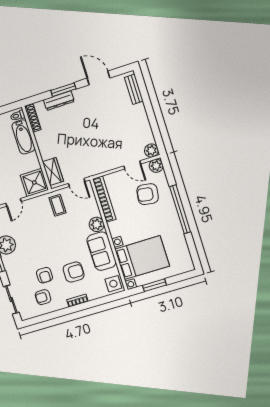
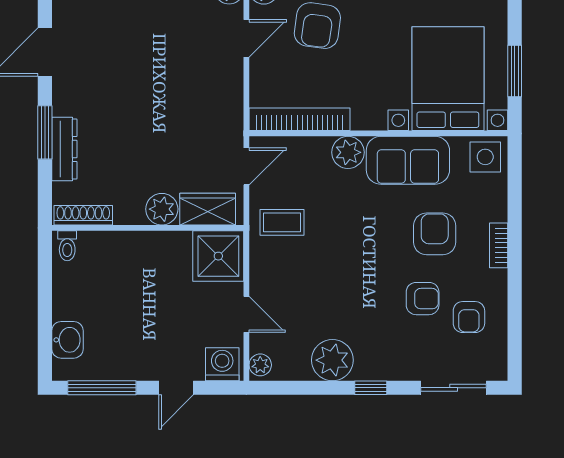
bathtub: (23, 137) -> (115, 248), removed
plant: (46, 152) -> (162, 209), added

